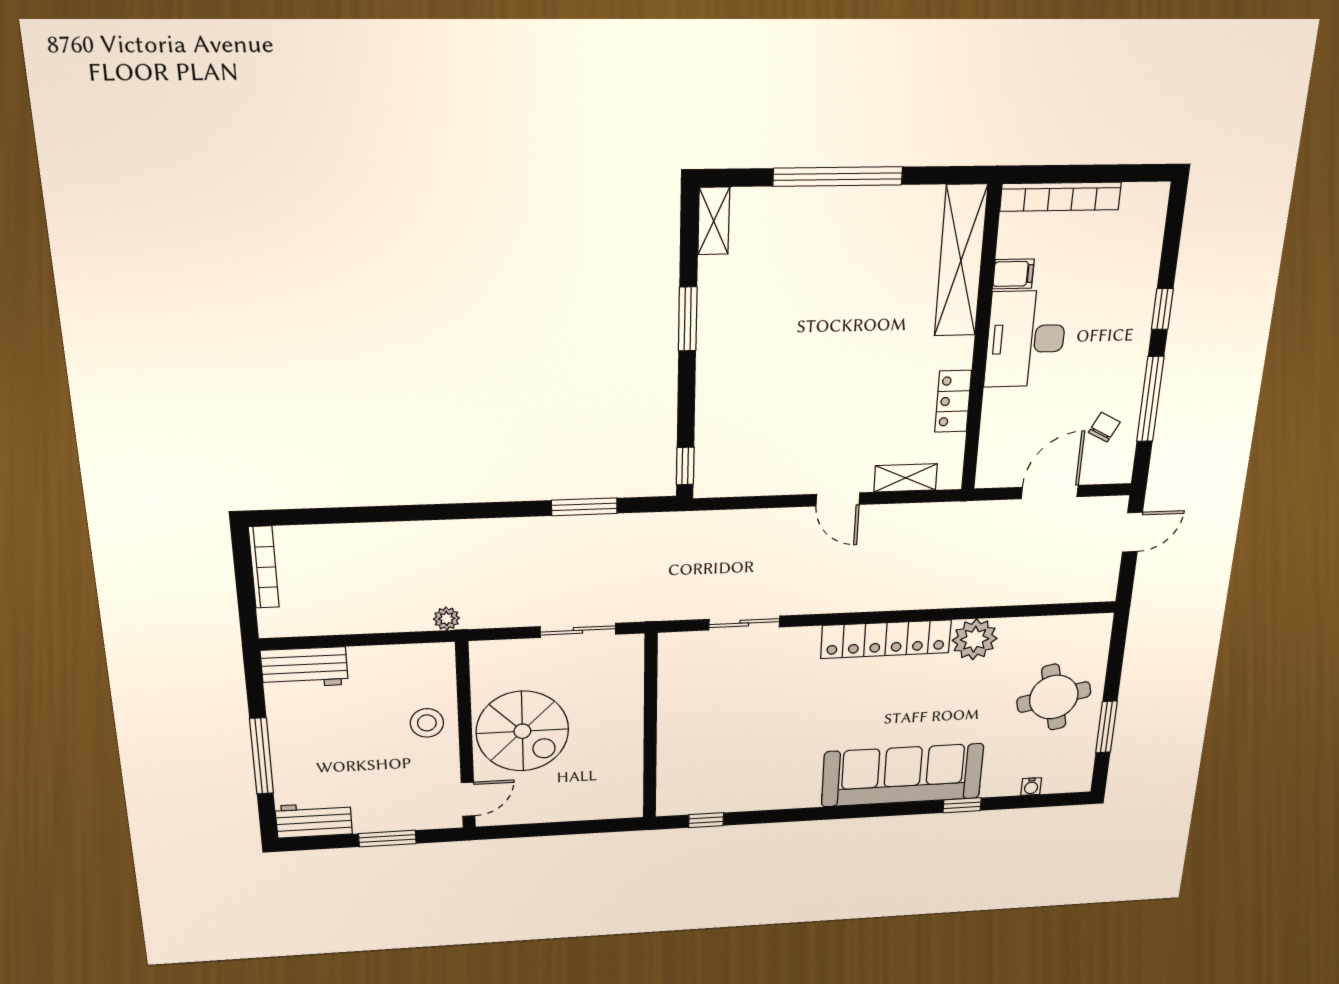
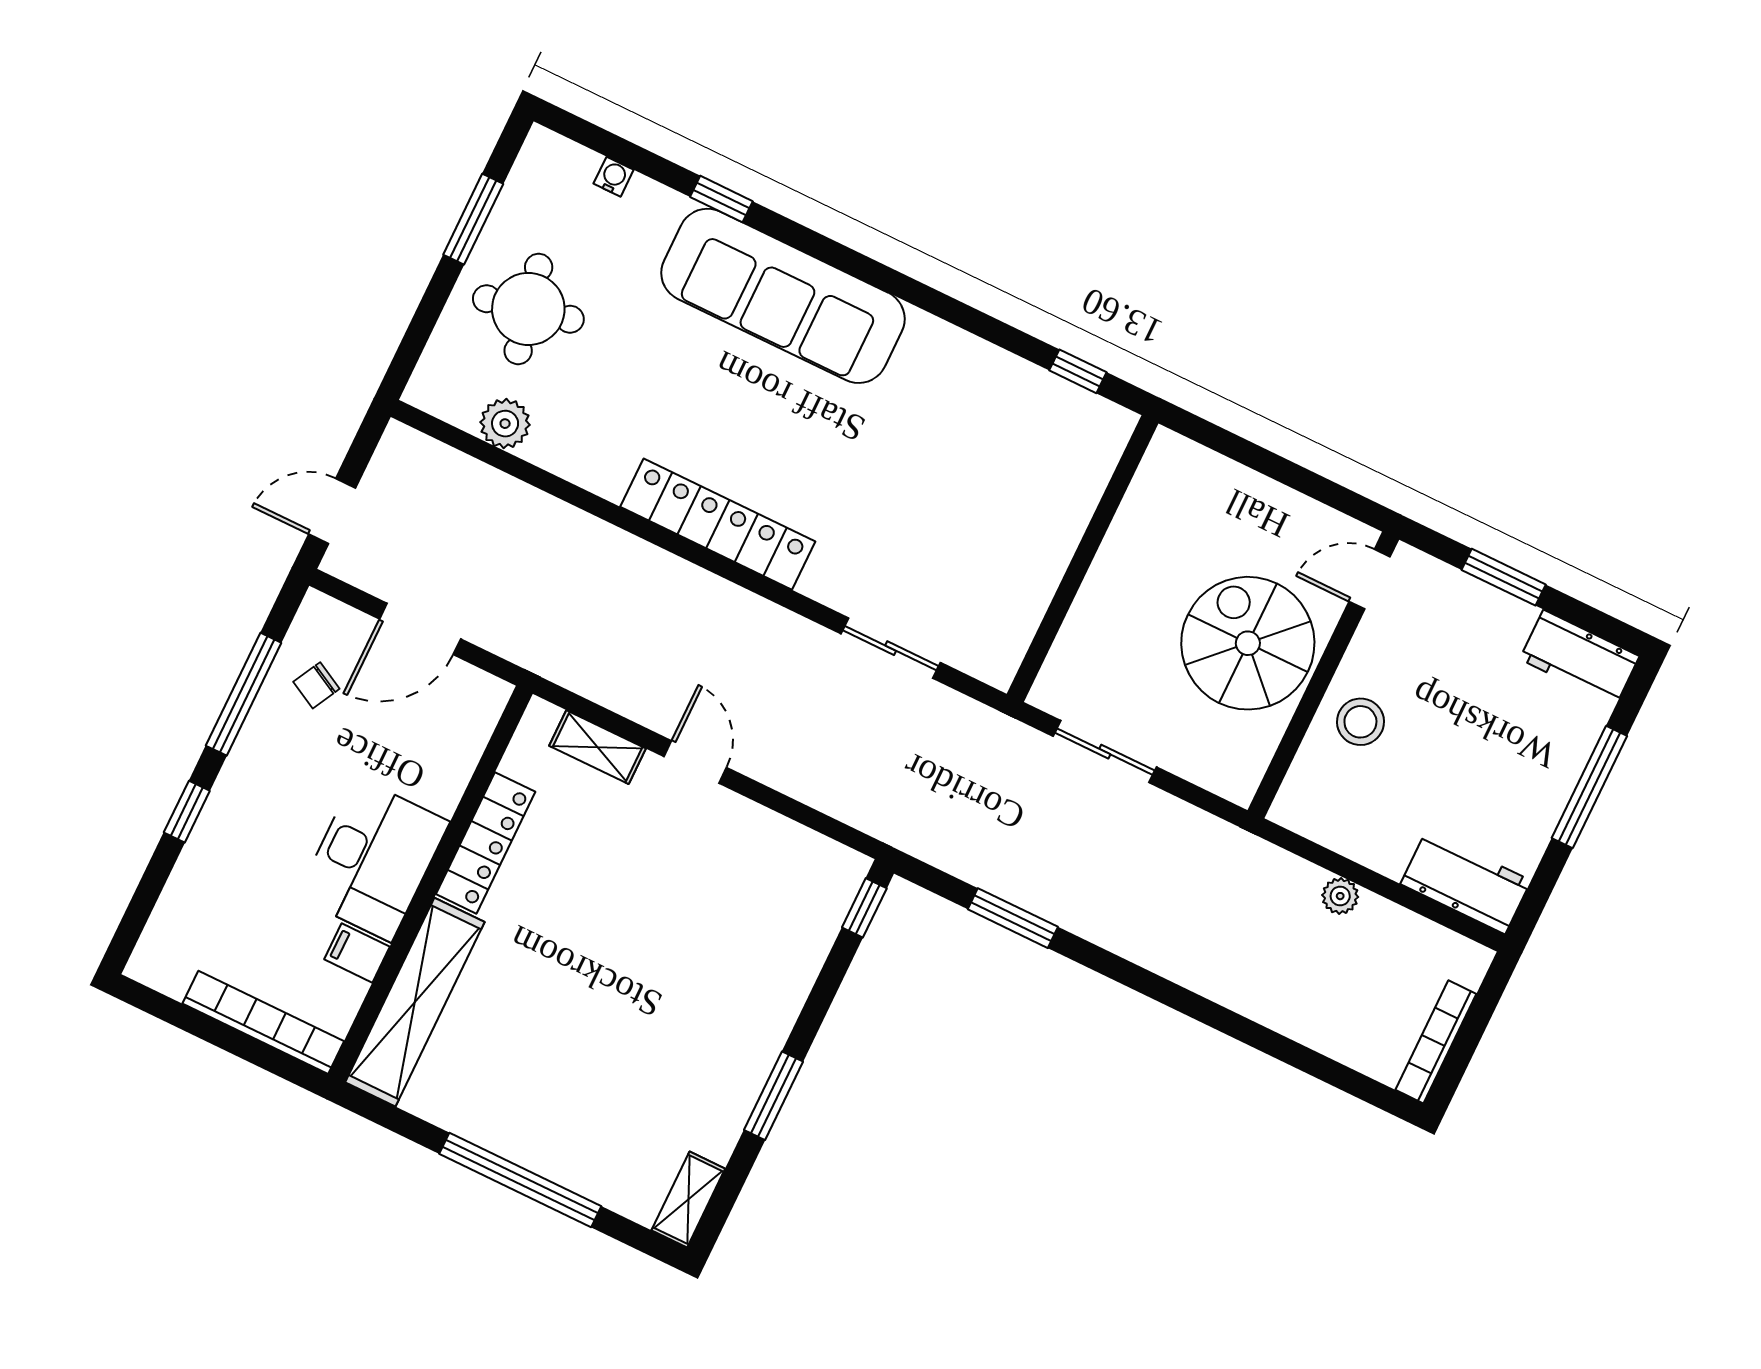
locker: (953, 401) -> (486, 843), width x1.53
plant: (447, 619) -> (1340, 896), moved
plant: (975, 639) -> (505, 424), moved, width x0.73, depth x0.73

